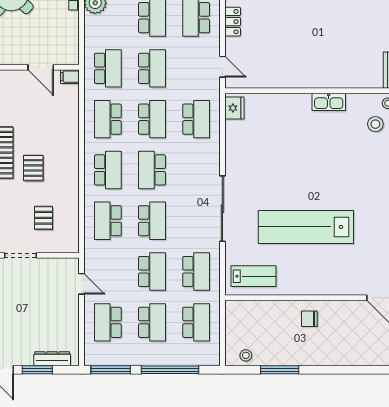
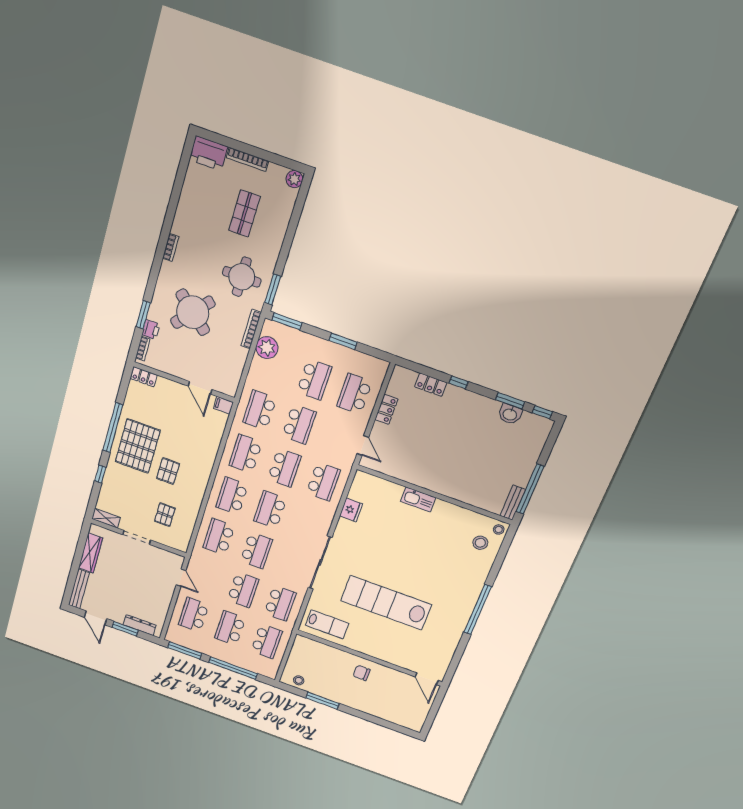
school desk: (108, 68) -> (260, 410), turned 180
kitchen sink: (329, 102) -> (418, 499), moved
fridge: (234, 108) -> (351, 510), moved
school desk: (108, 170) -> (232, 496), turned 180
school desk: (152, 322) -> (230, 628), turned 180

